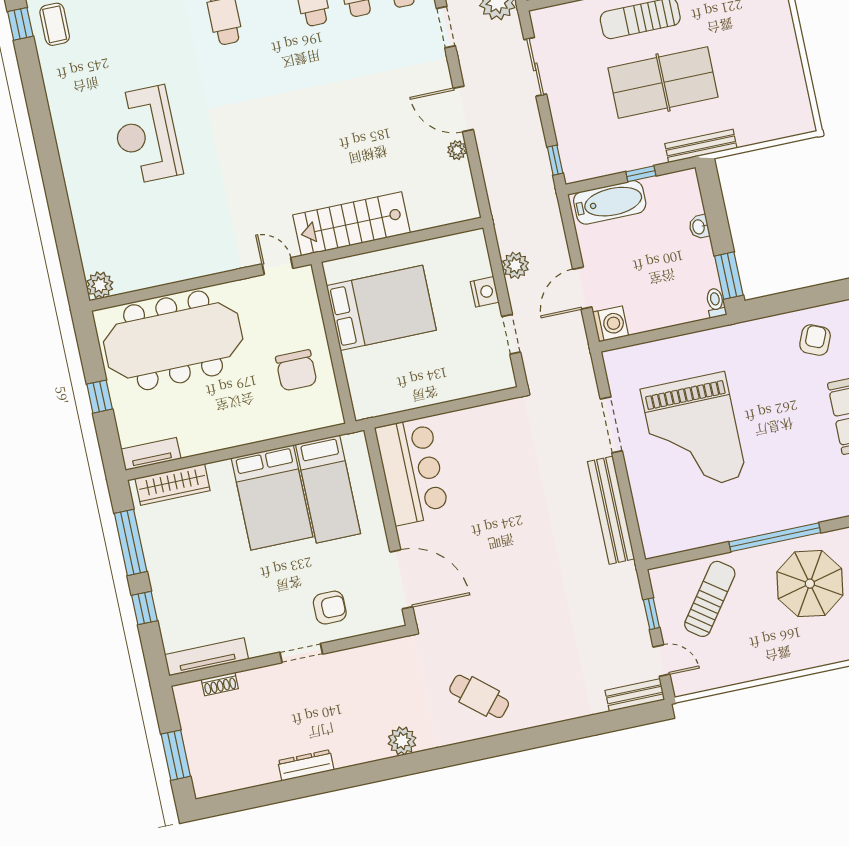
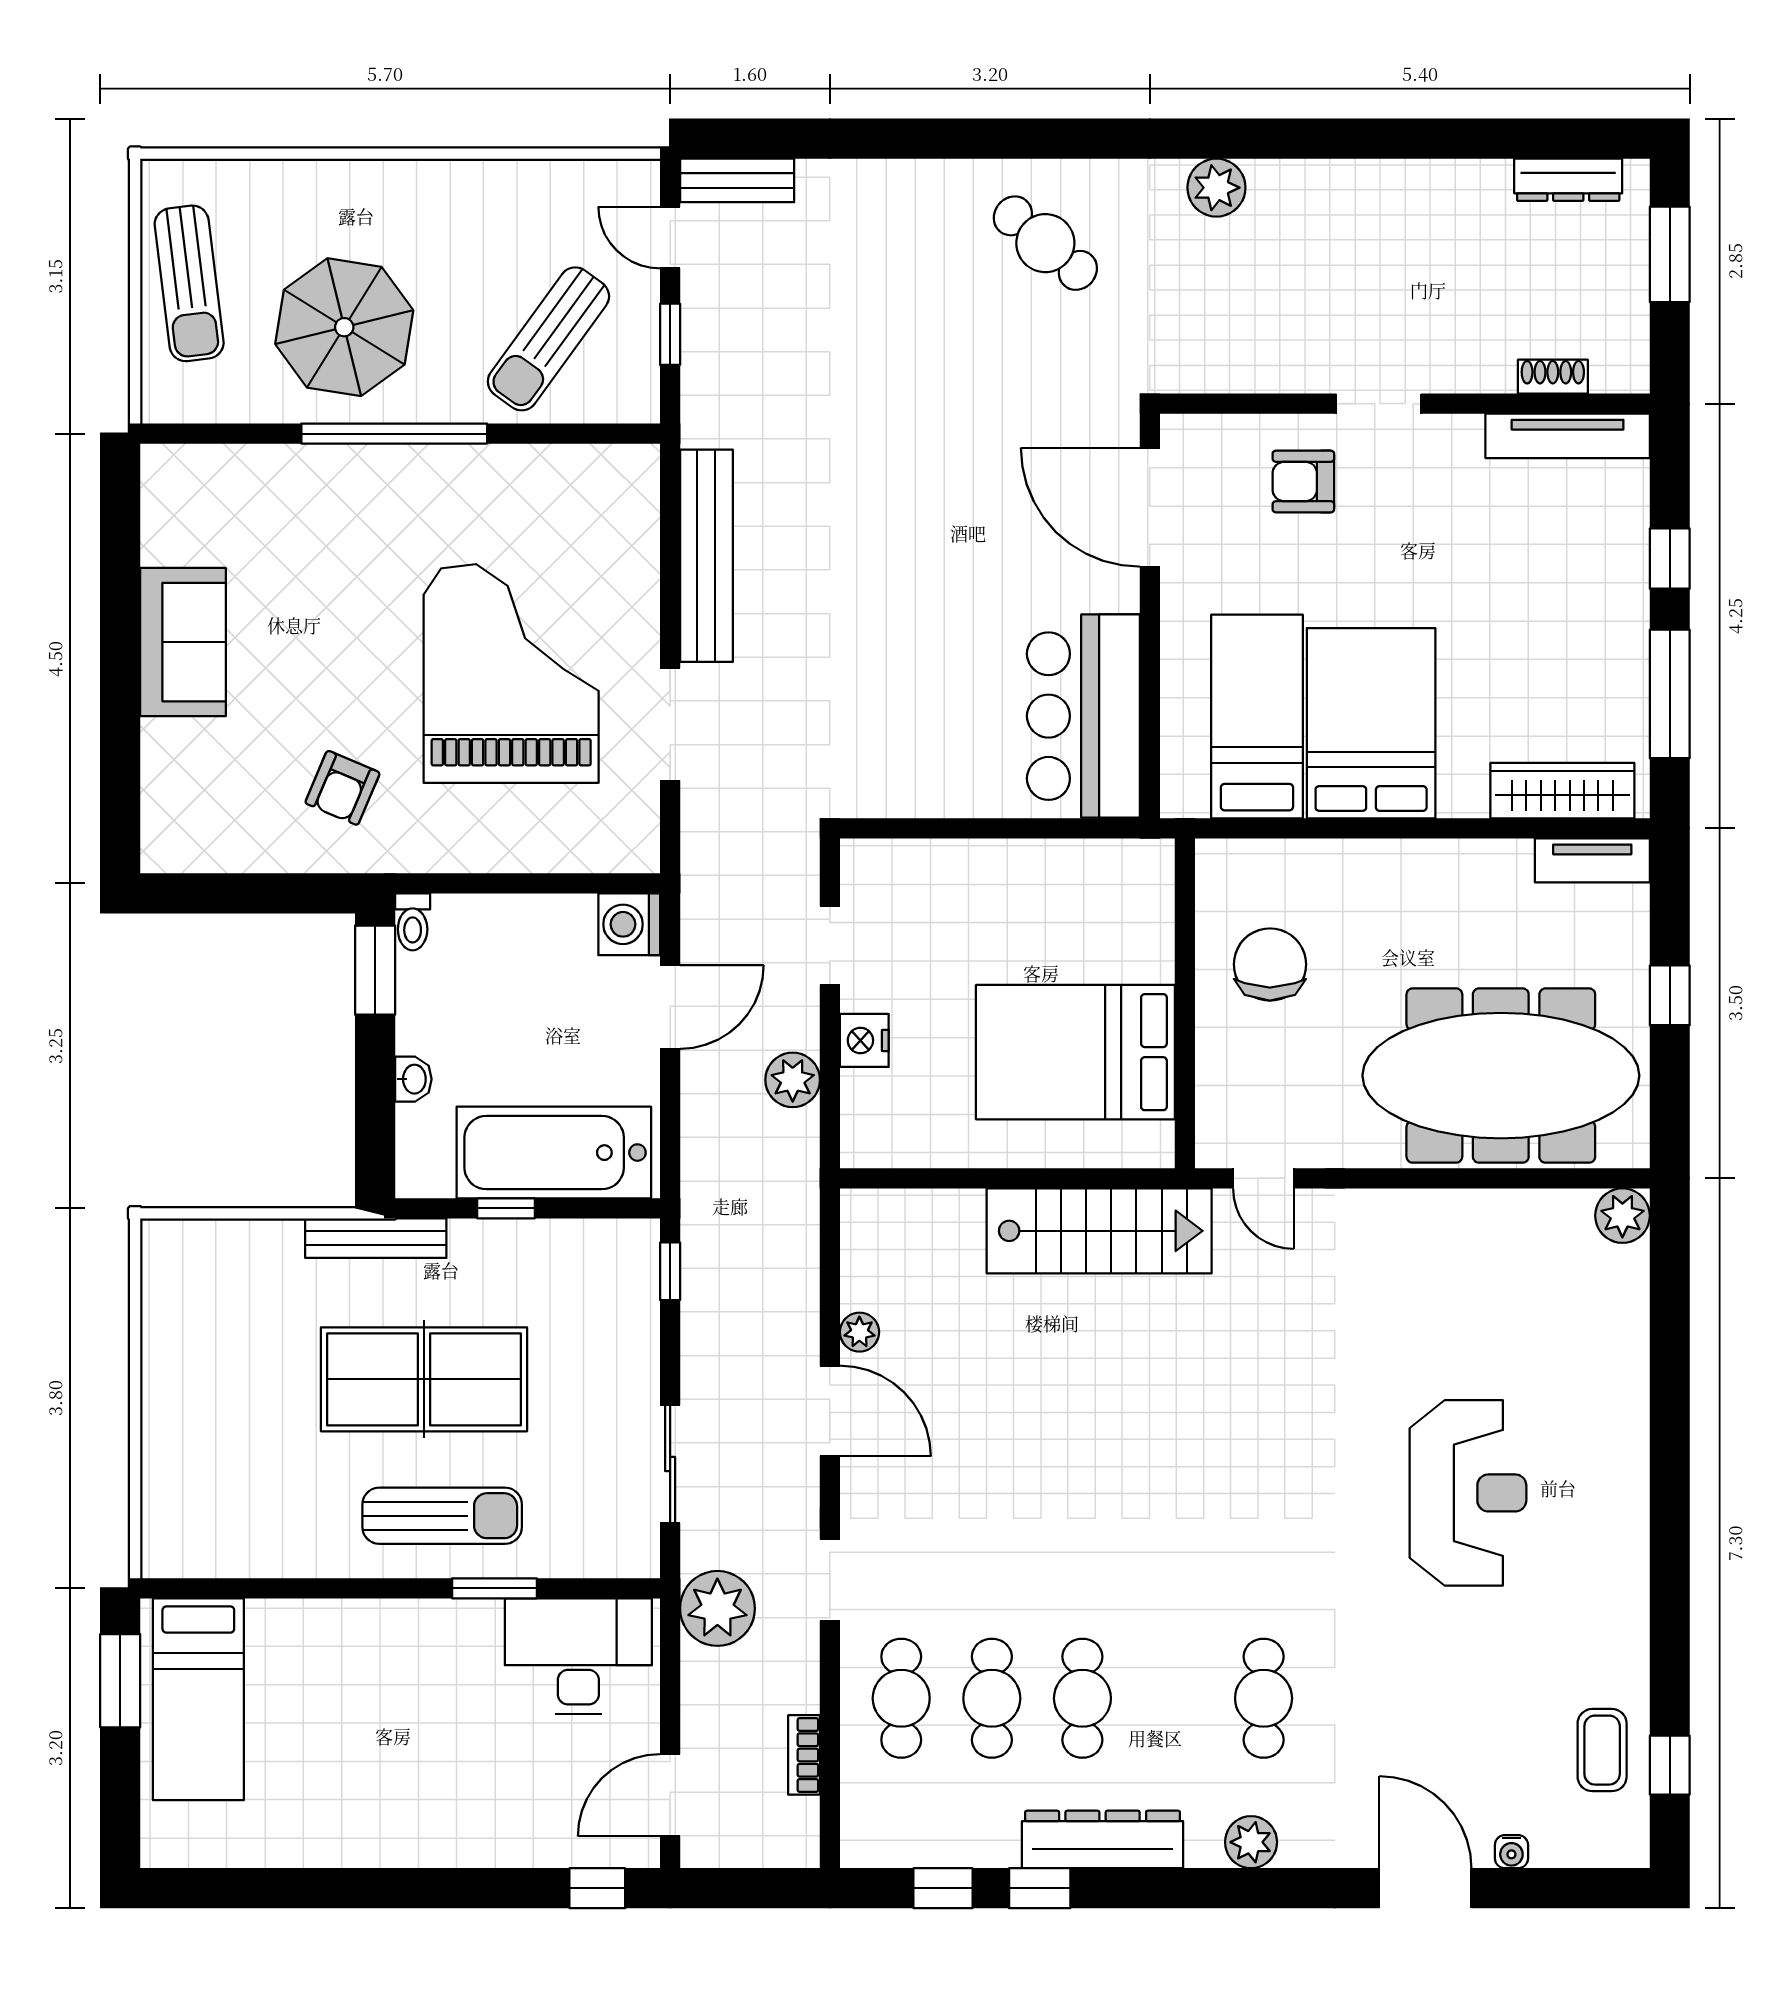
bathtub: (610, 202) -> (554, 1153), width x1.36, depth x1.36
armchair: (815, 340) -> (342, 788), moved
dresser: (306, 765) -> (1568, 180), moved

